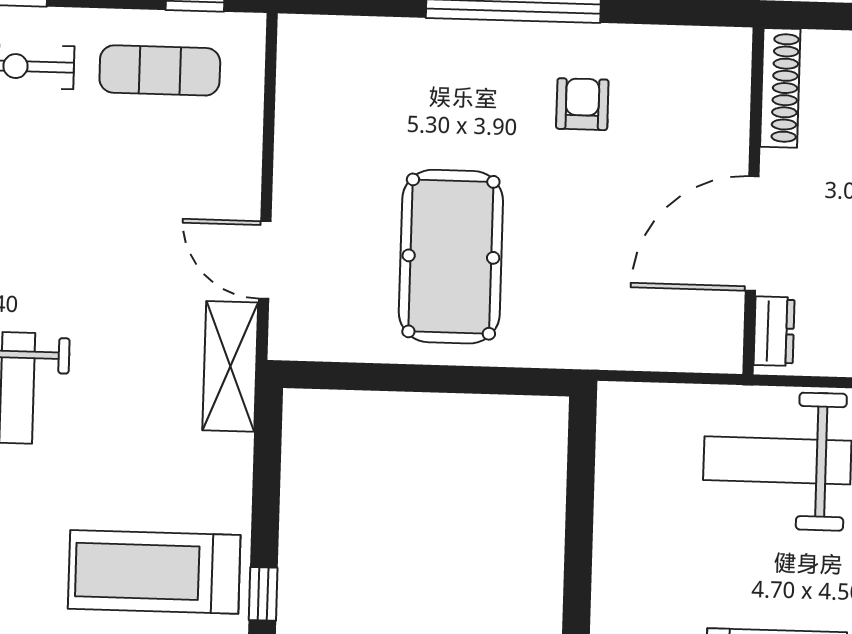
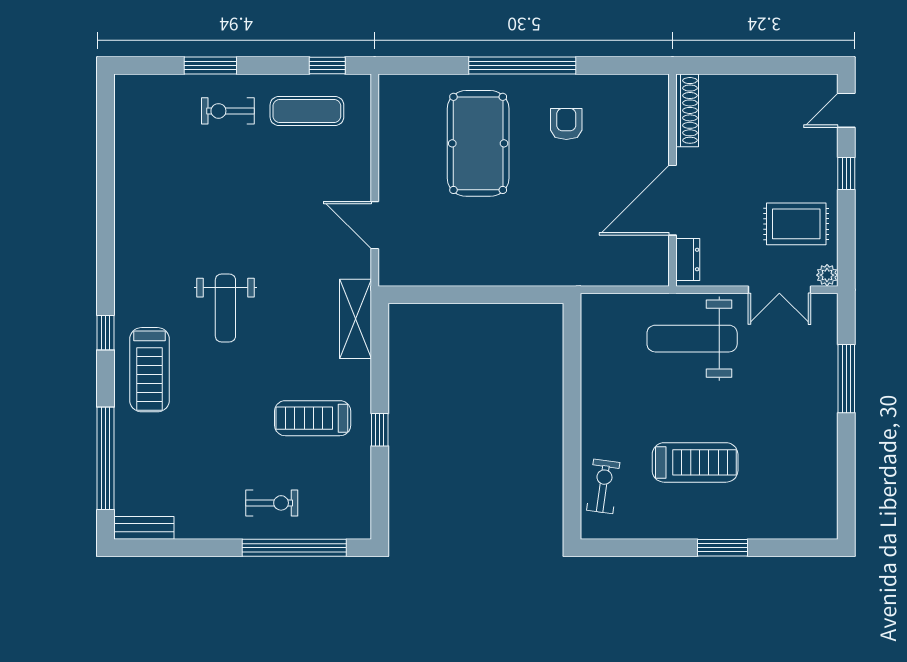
pool table: (451, 257) -> (478, 143), moved
shelving: (230, 366) -> (355, 319), moved
treadmill: (154, 572) -> (313, 418), width x0.73, depth x0.73

